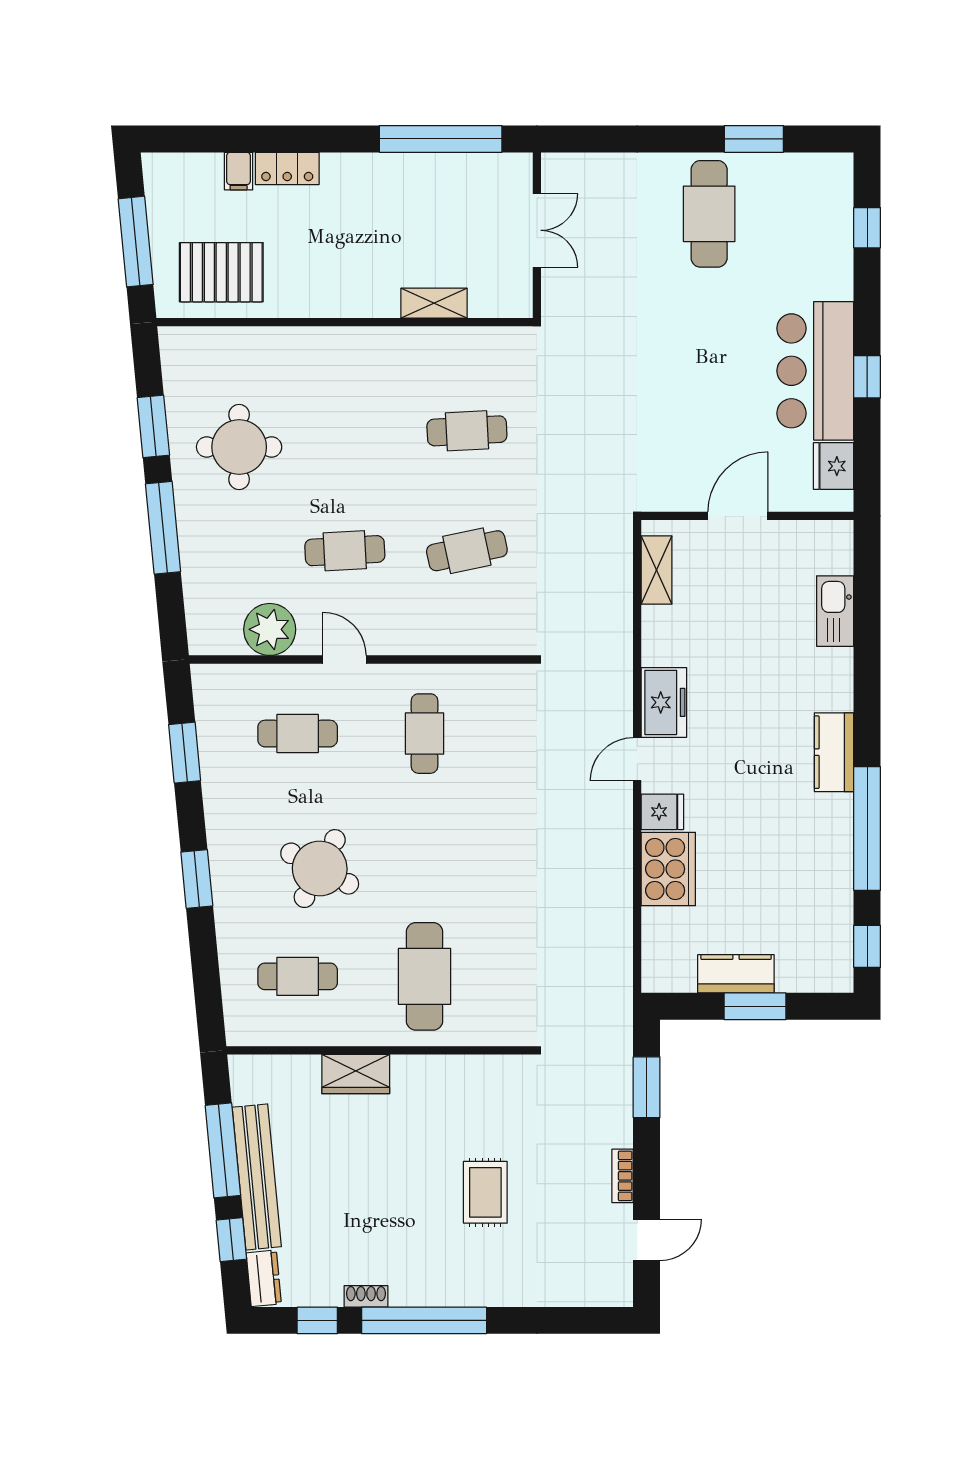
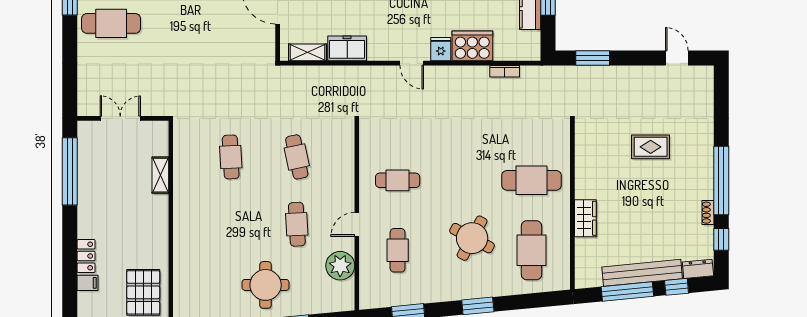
round table: (239, 447) -> (266, 285), moved
freezer: (664, 702) -> (347, 48), moved
cafe table: (298, 976) -> (532, 250), width x1.37, depth x1.35
bookcase: (623, 1176) -> (505, 71), moved

